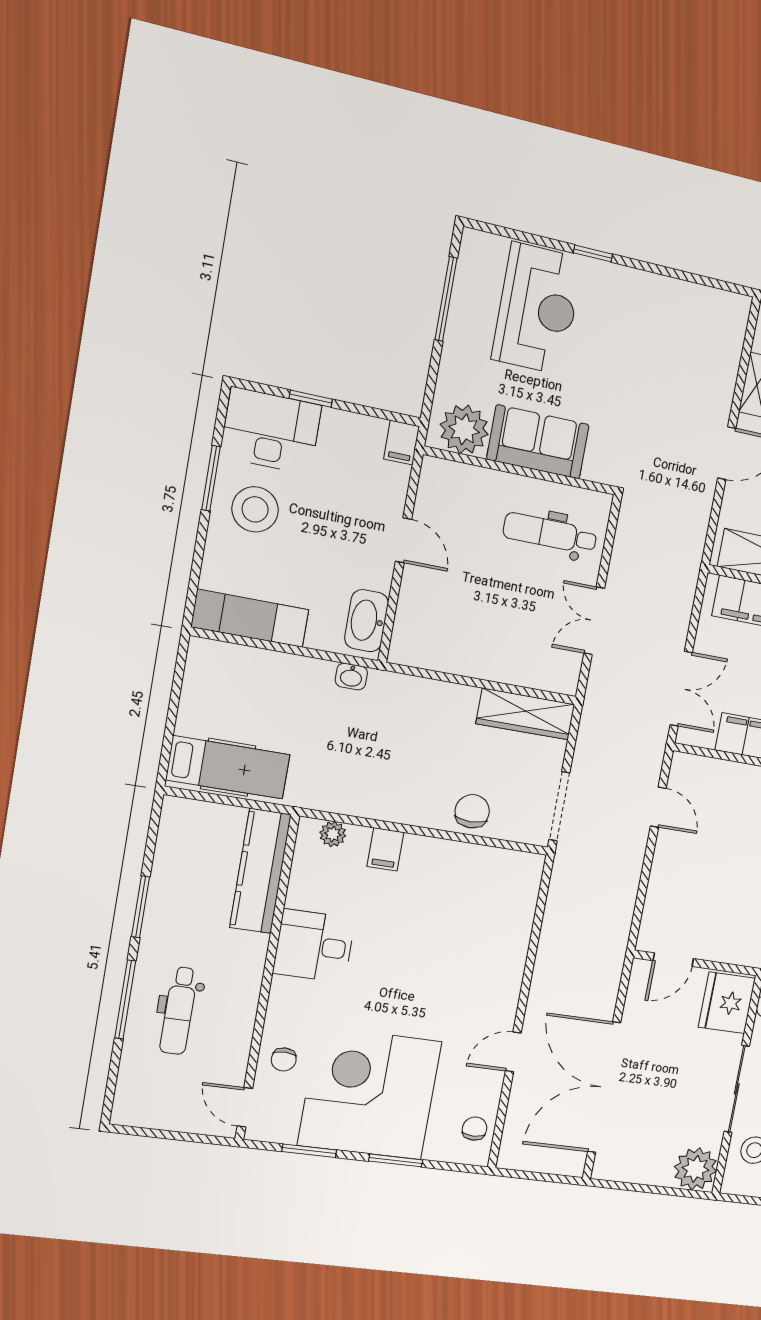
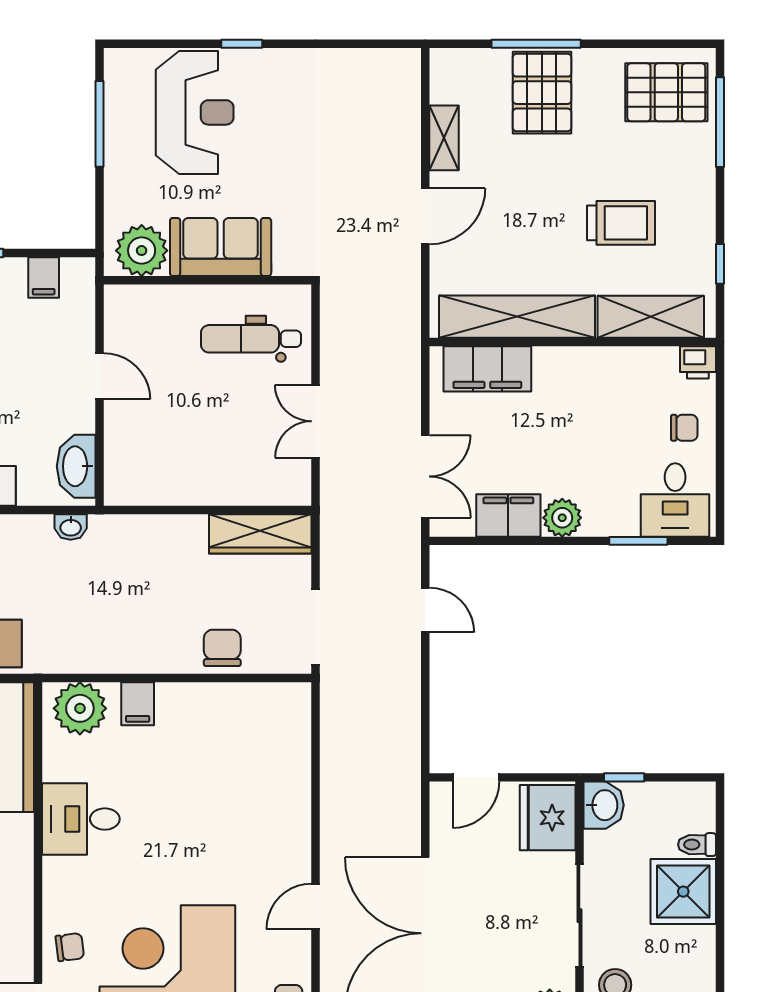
filing cabinet: (402, 443) -> (44, 277), moved
plant: (333, 834) -> (80, 708), width x1.87, depth x1.87
chair: (284, 1059) -> (70, 947), turned -97

